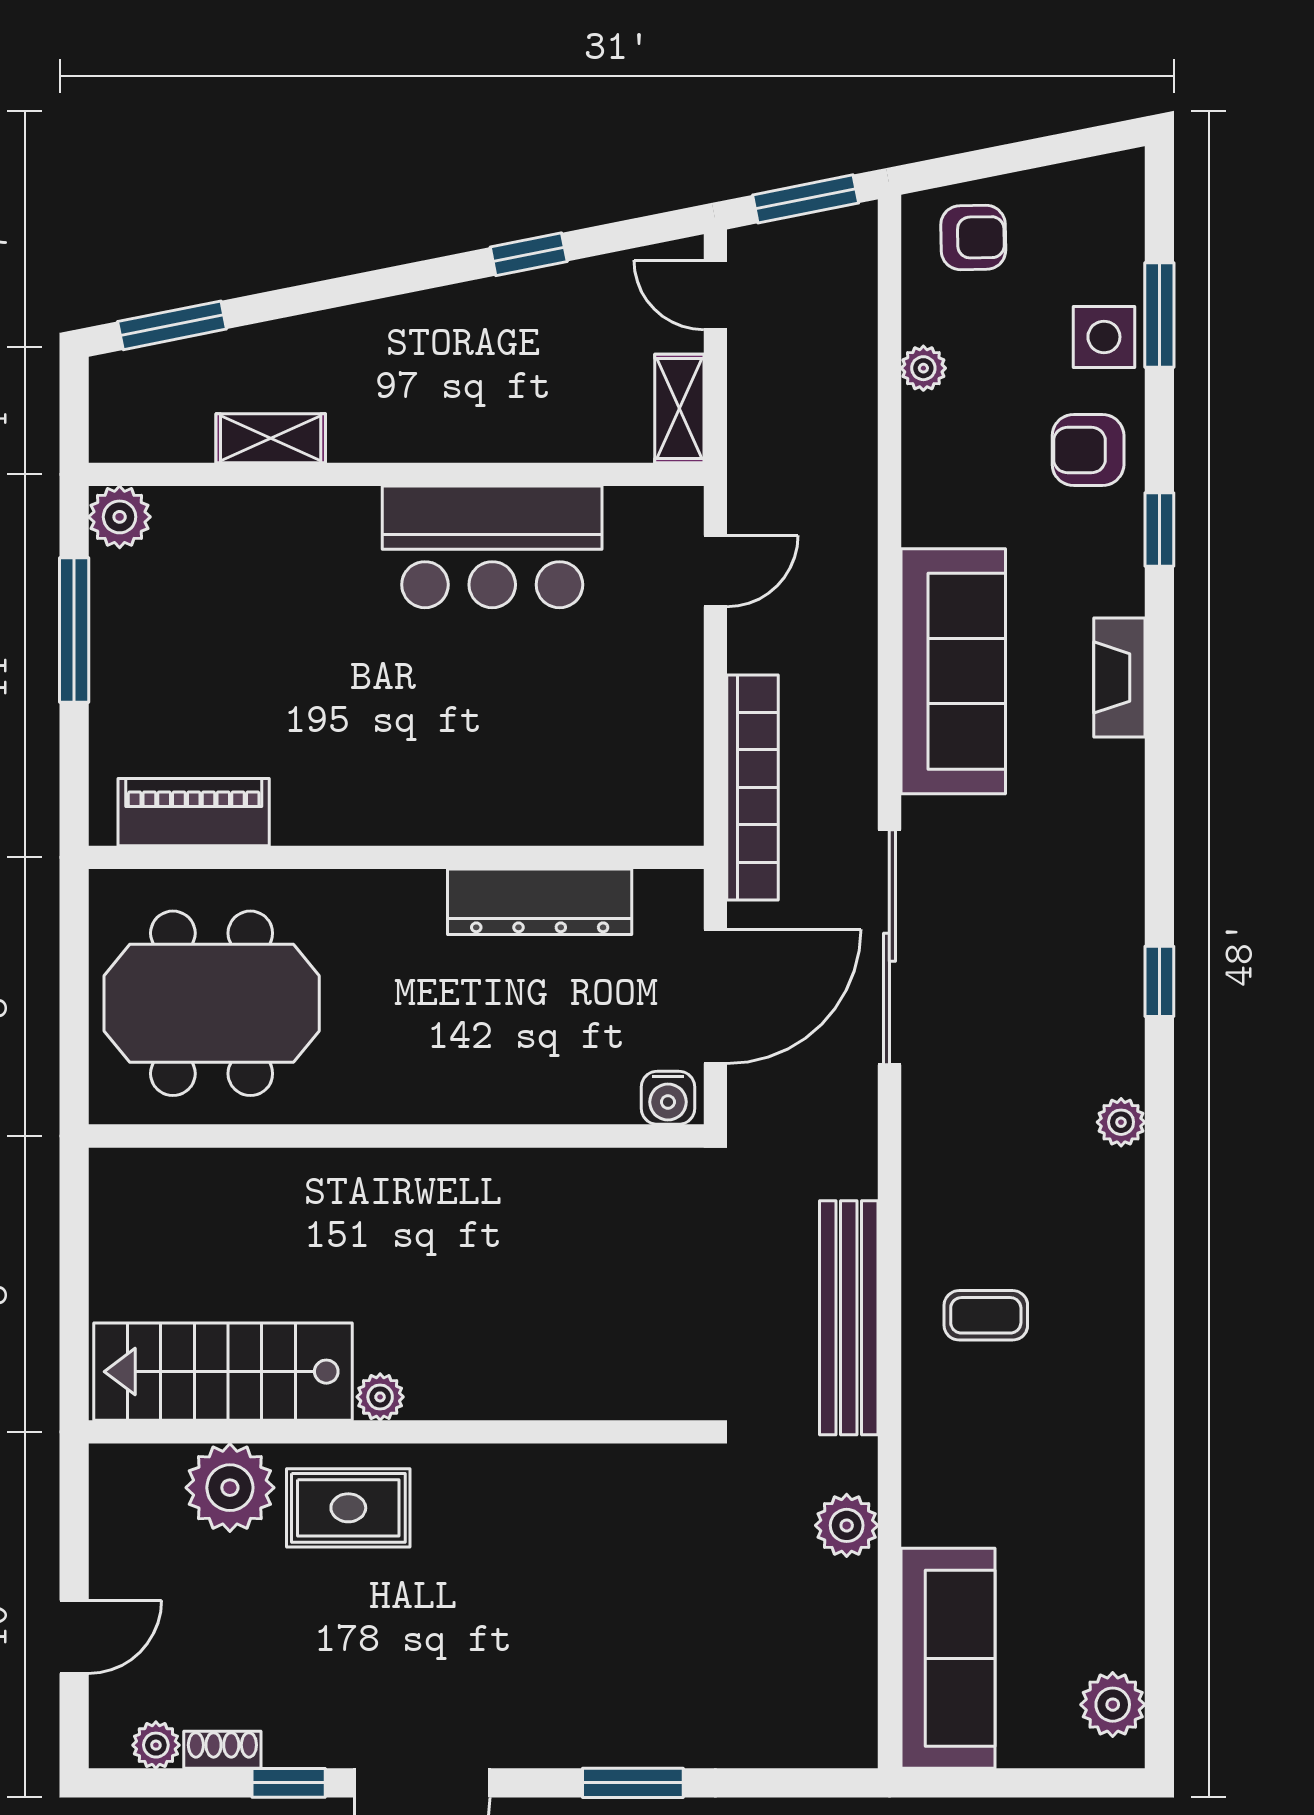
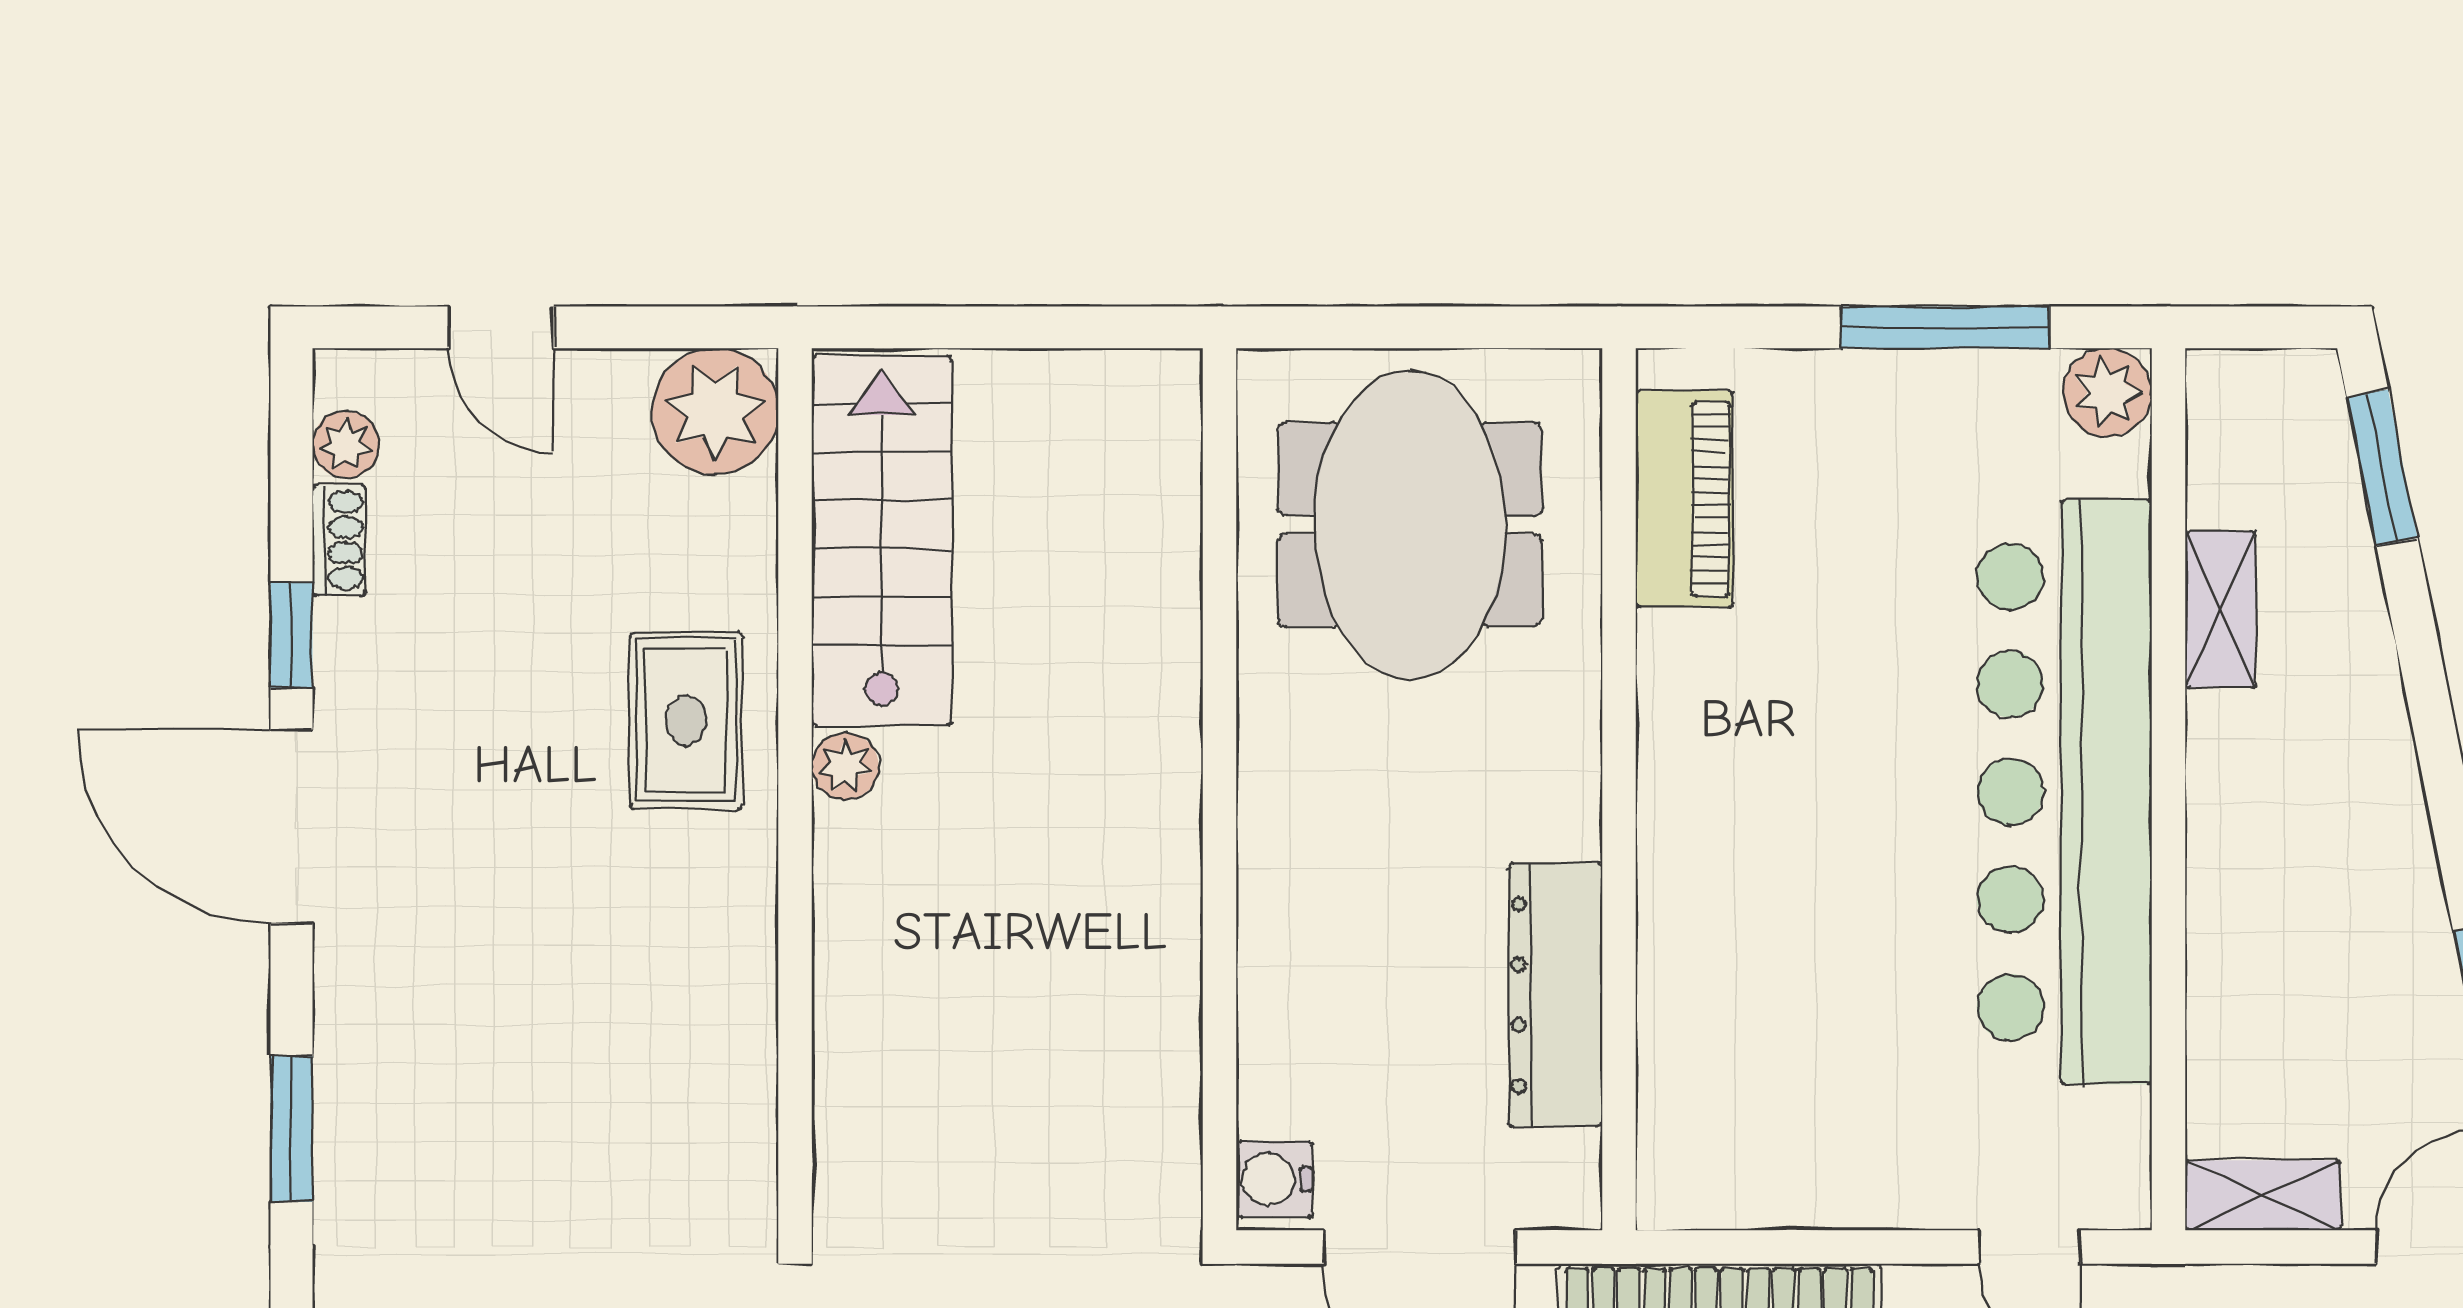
bar counter: (492, 547) -> (2064, 792), width x1.86
plant: (230, 1488) -> (715, 411), moved

